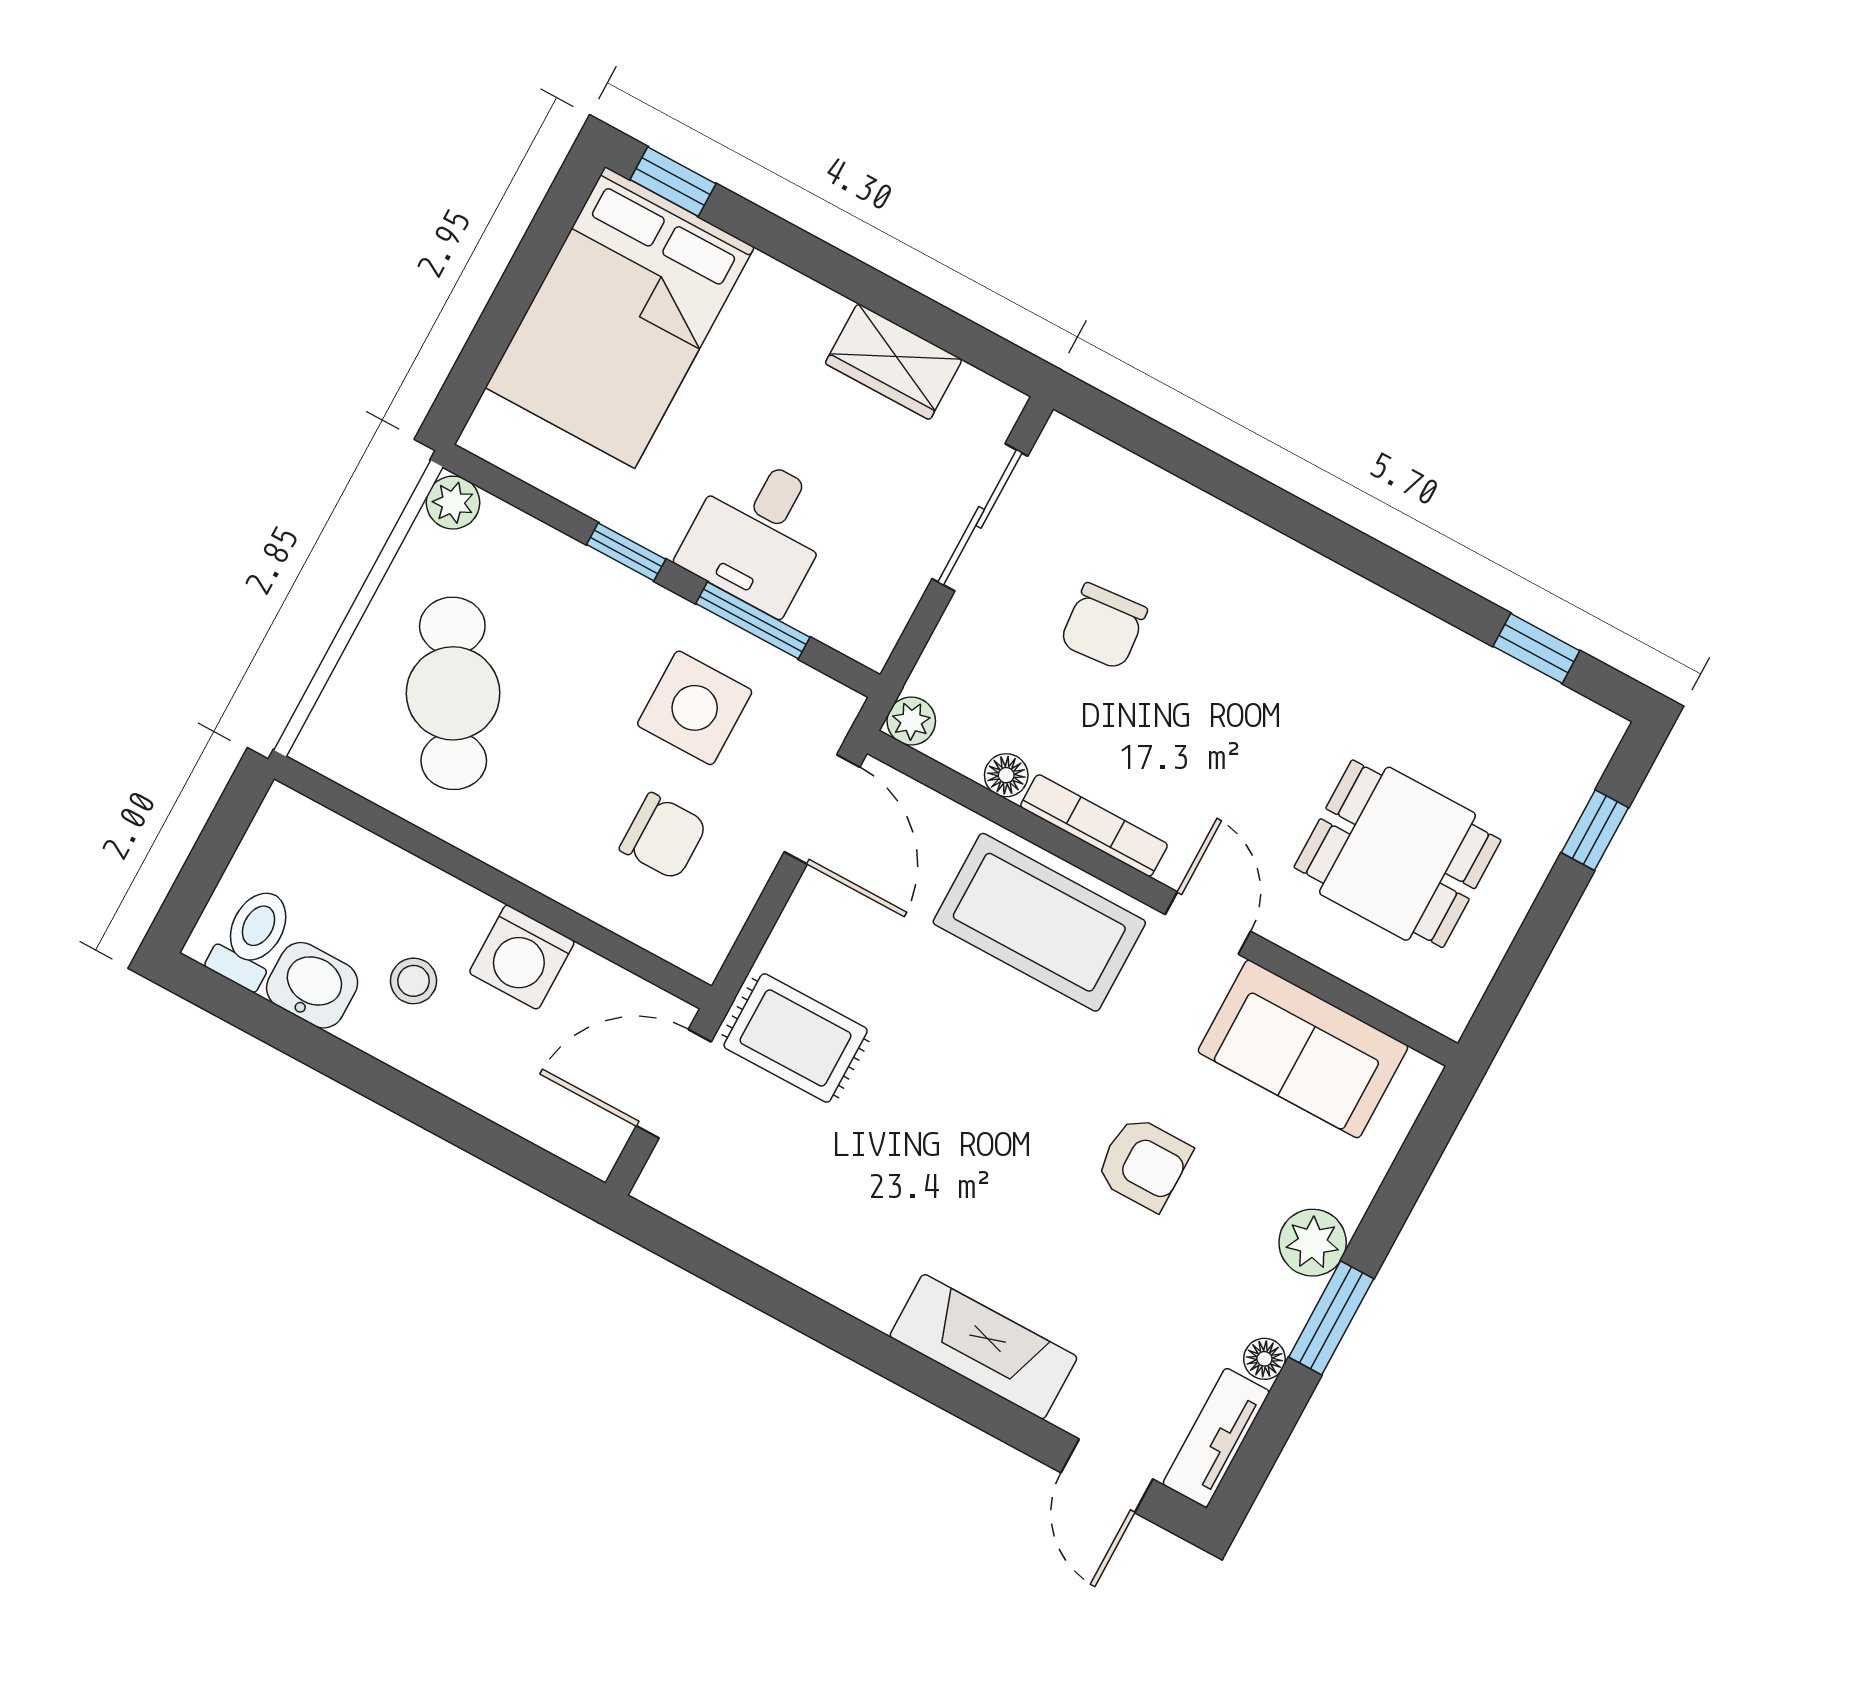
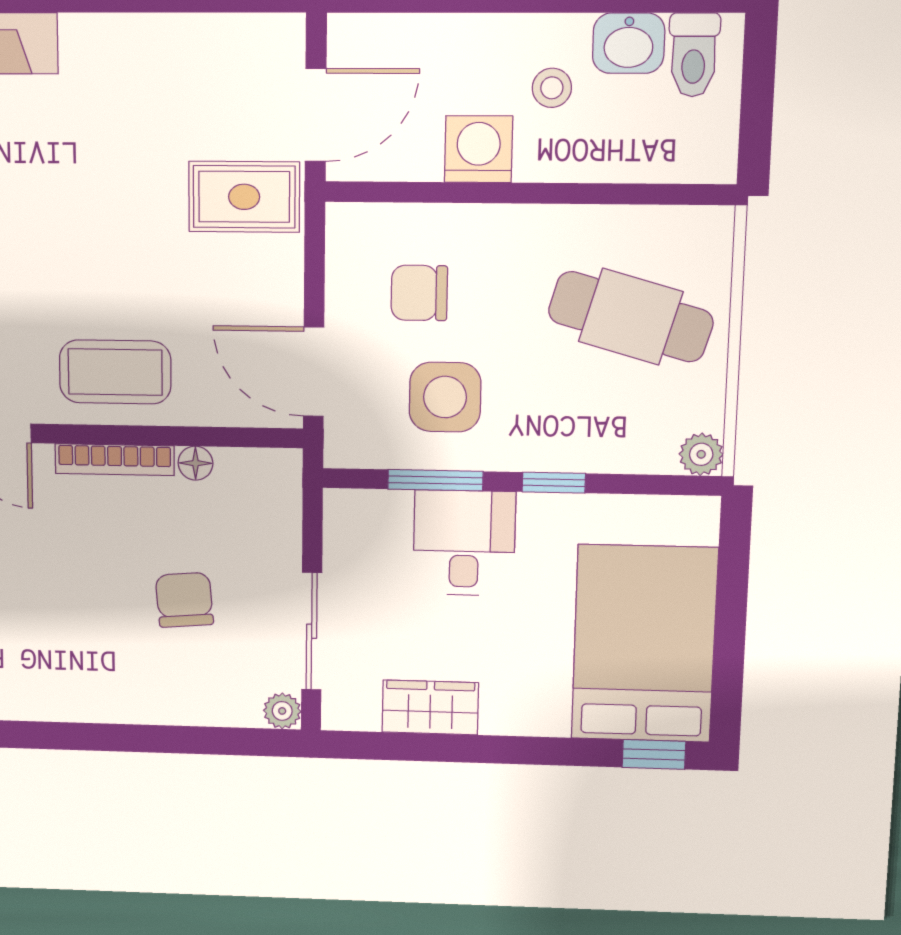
cafe table: (453, 693) -> (631, 317), turned -45
plant: (911, 721) -> (282, 711), moved
coffee table: (1039, 922) -> (115, 372), width x0.73, depth x0.76

